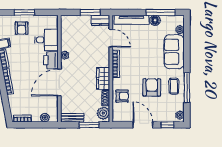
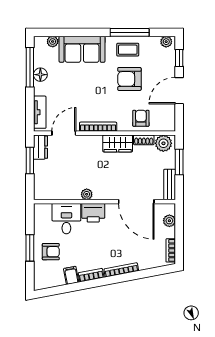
tv unit: (132, 20) -> (40, 112), width x0.71
door: (59, 82) -> (136, 202), moved

